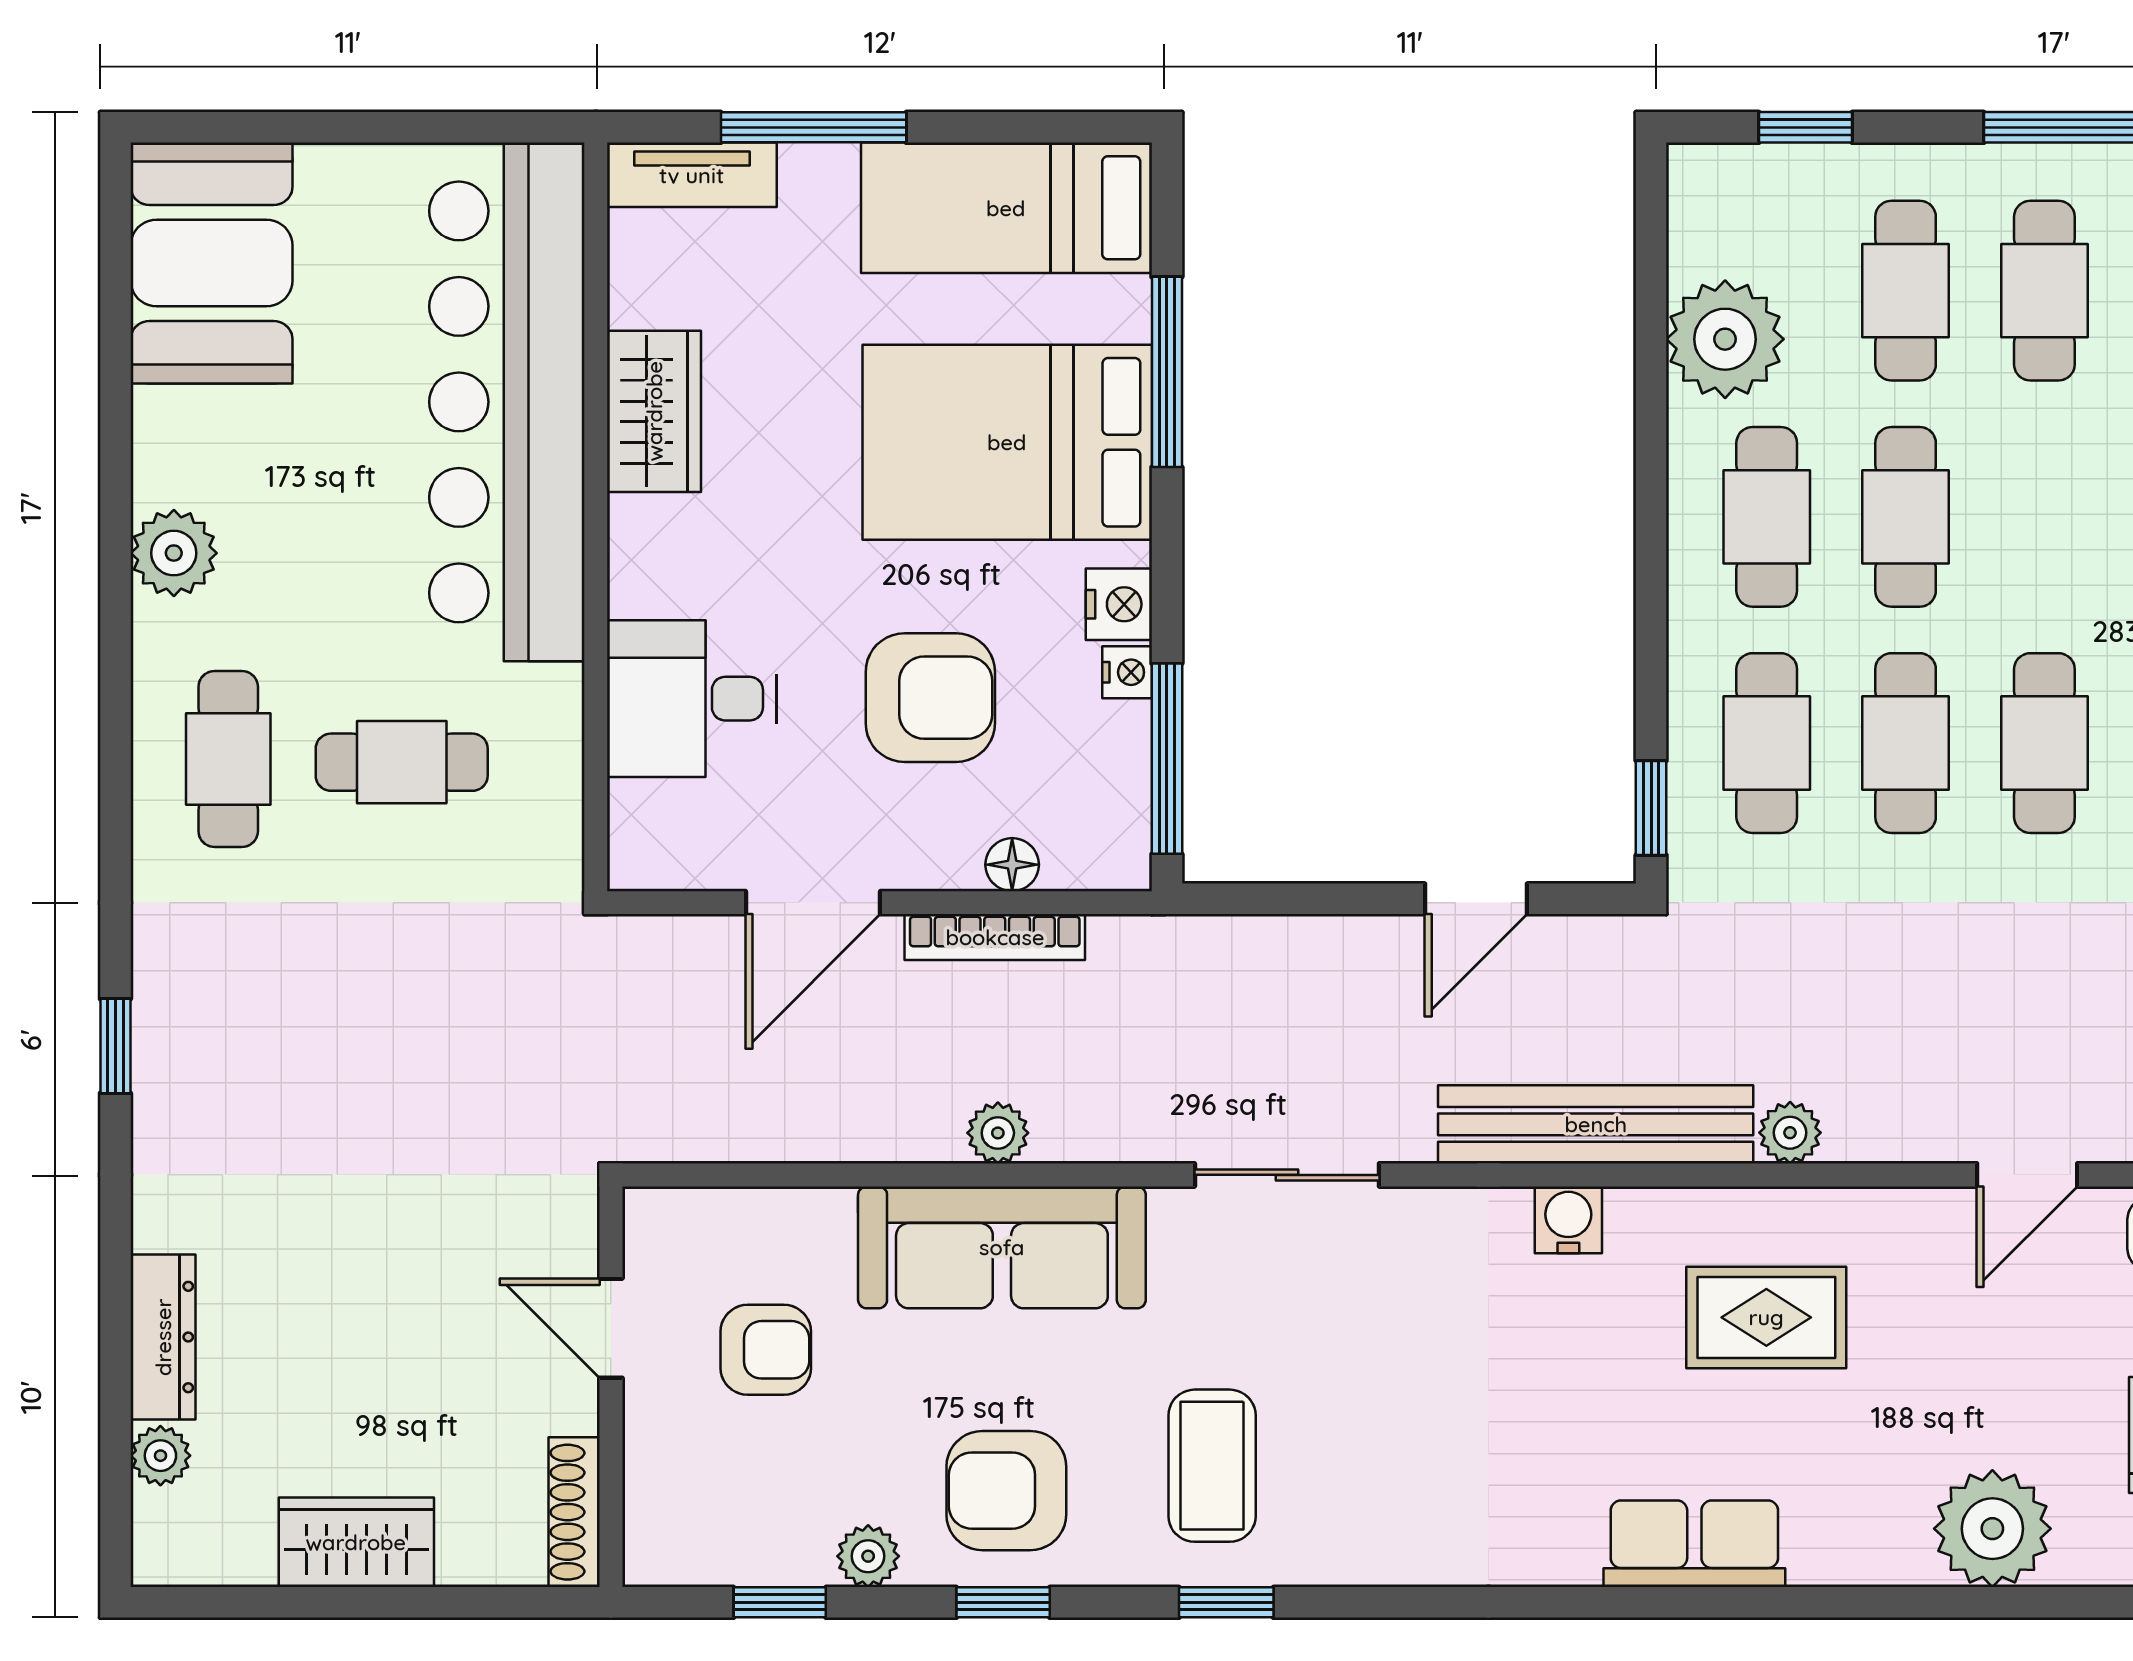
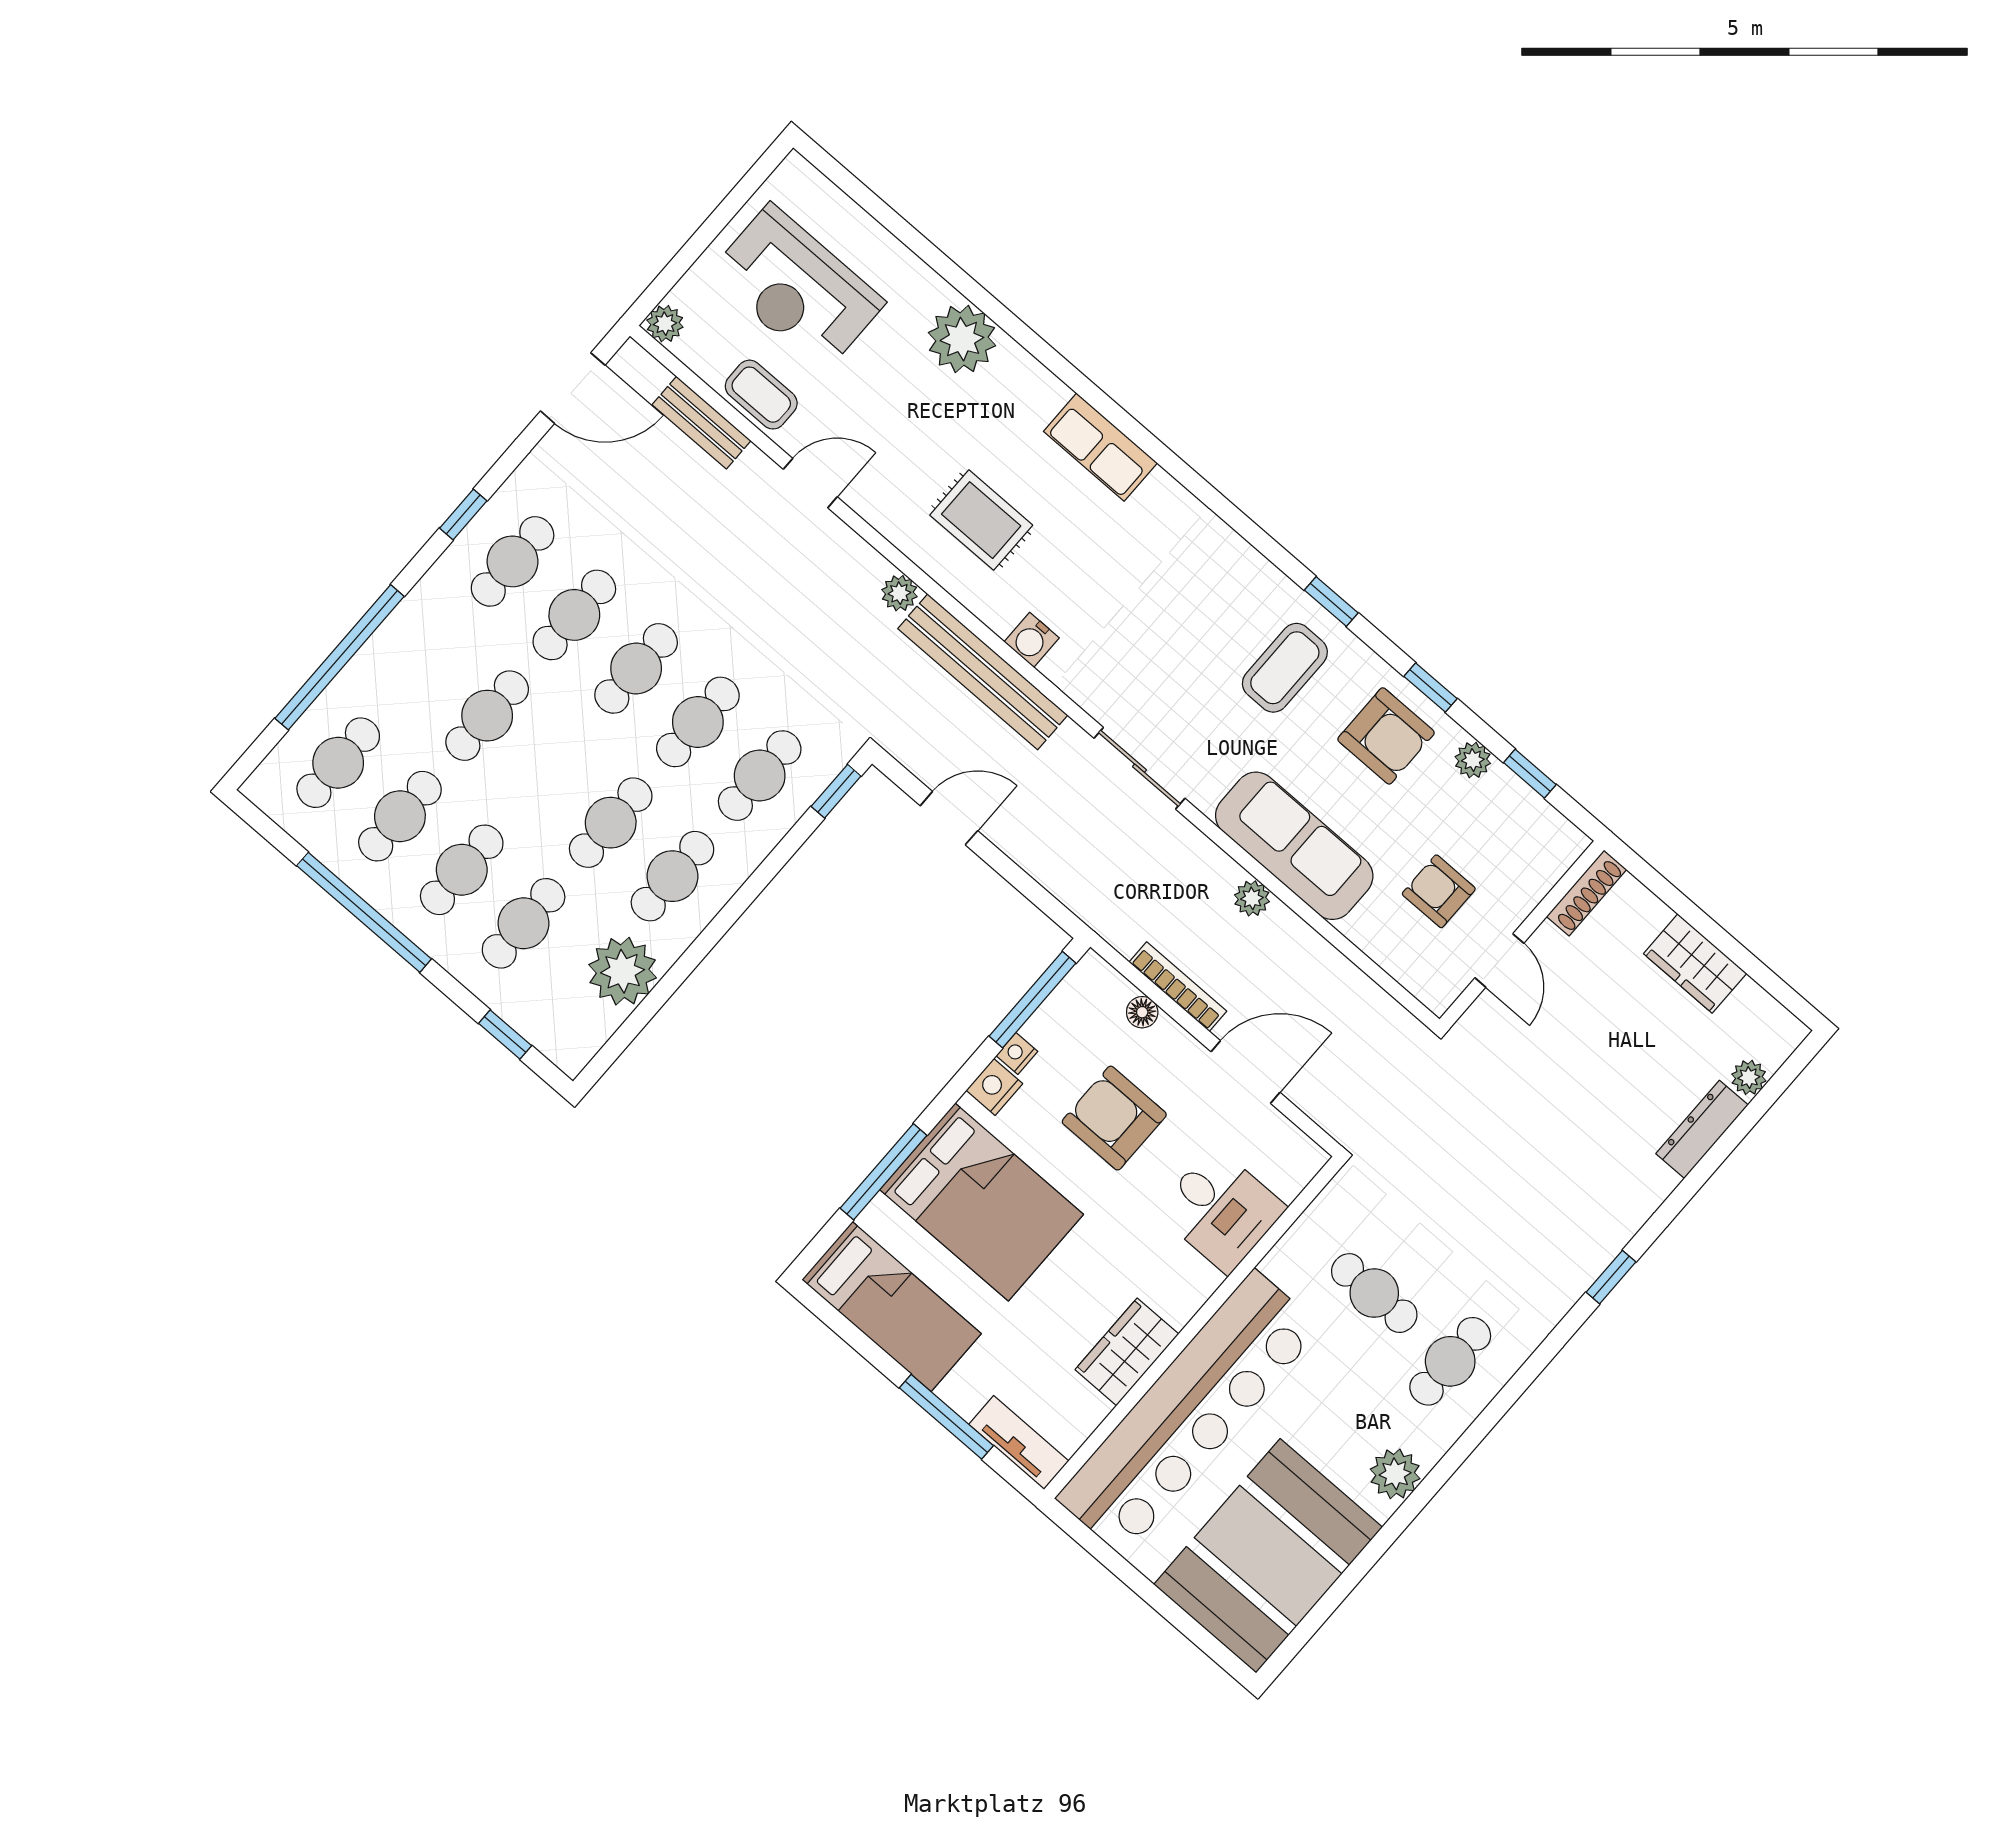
booth: (212, 263) -> (1268, 1556), width x1.36, depth x1.42

